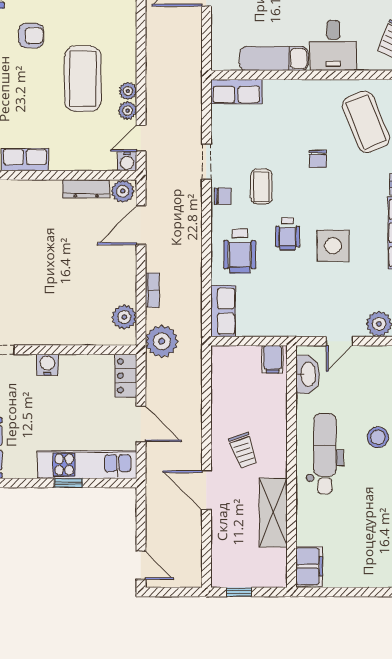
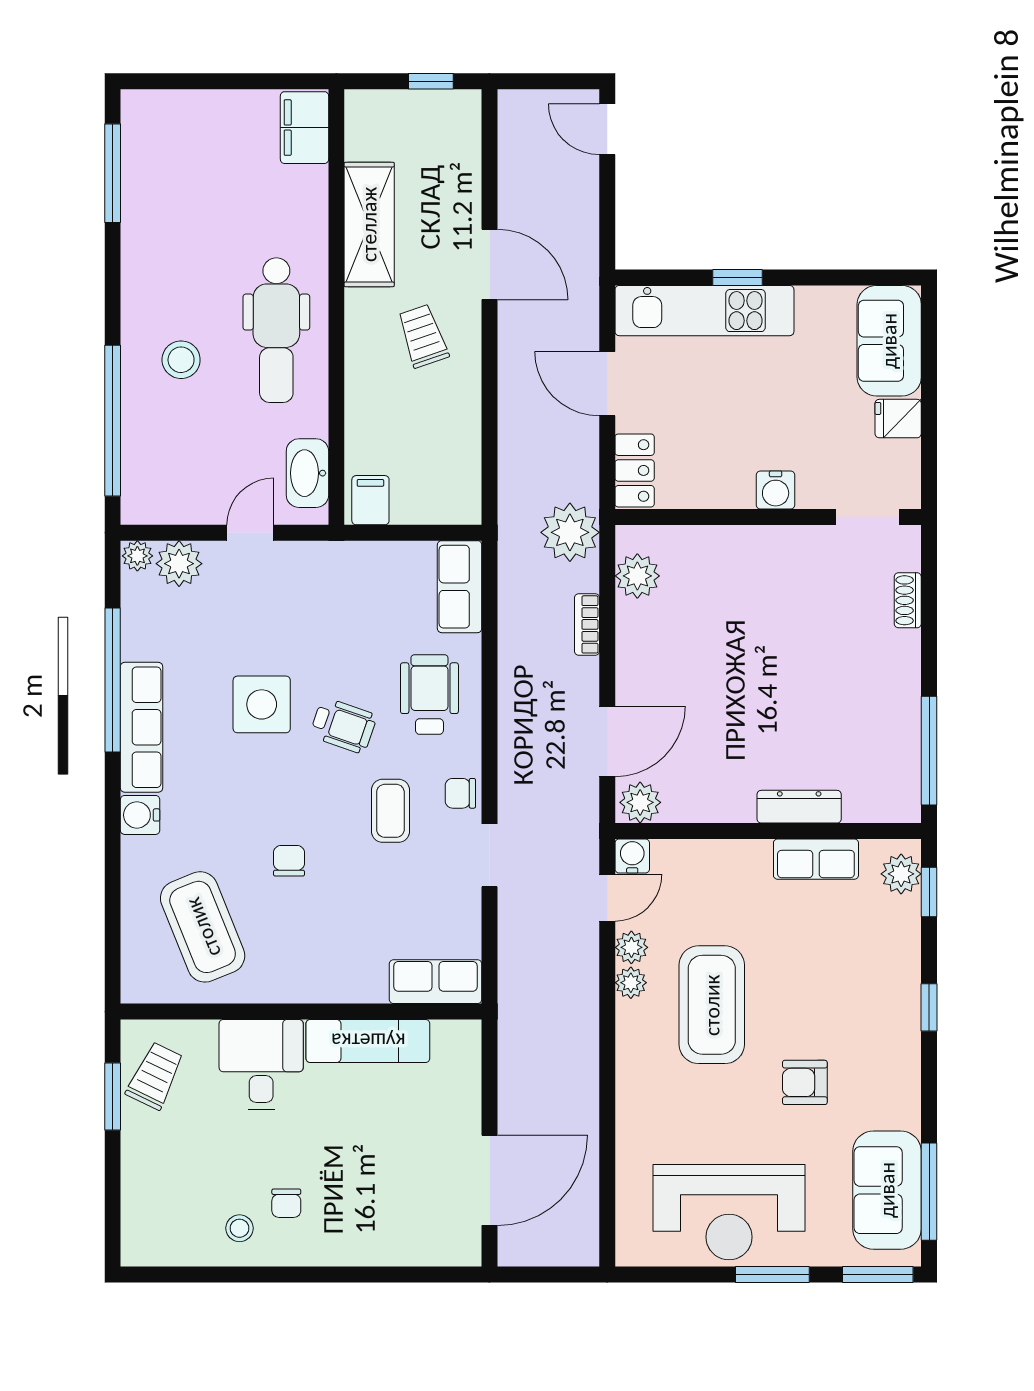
dresser: (86, 189) -> (799, 807), moved
wheelchair: (288, 234) -> (343, 726), turned 109

